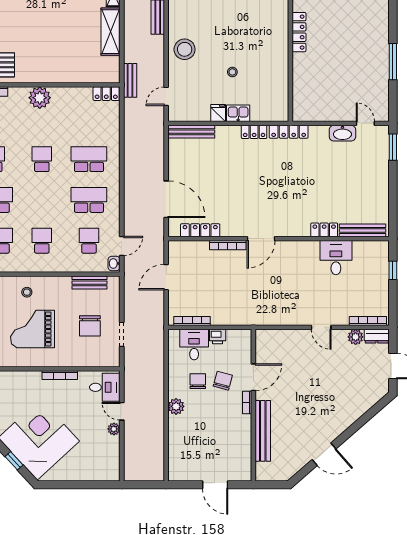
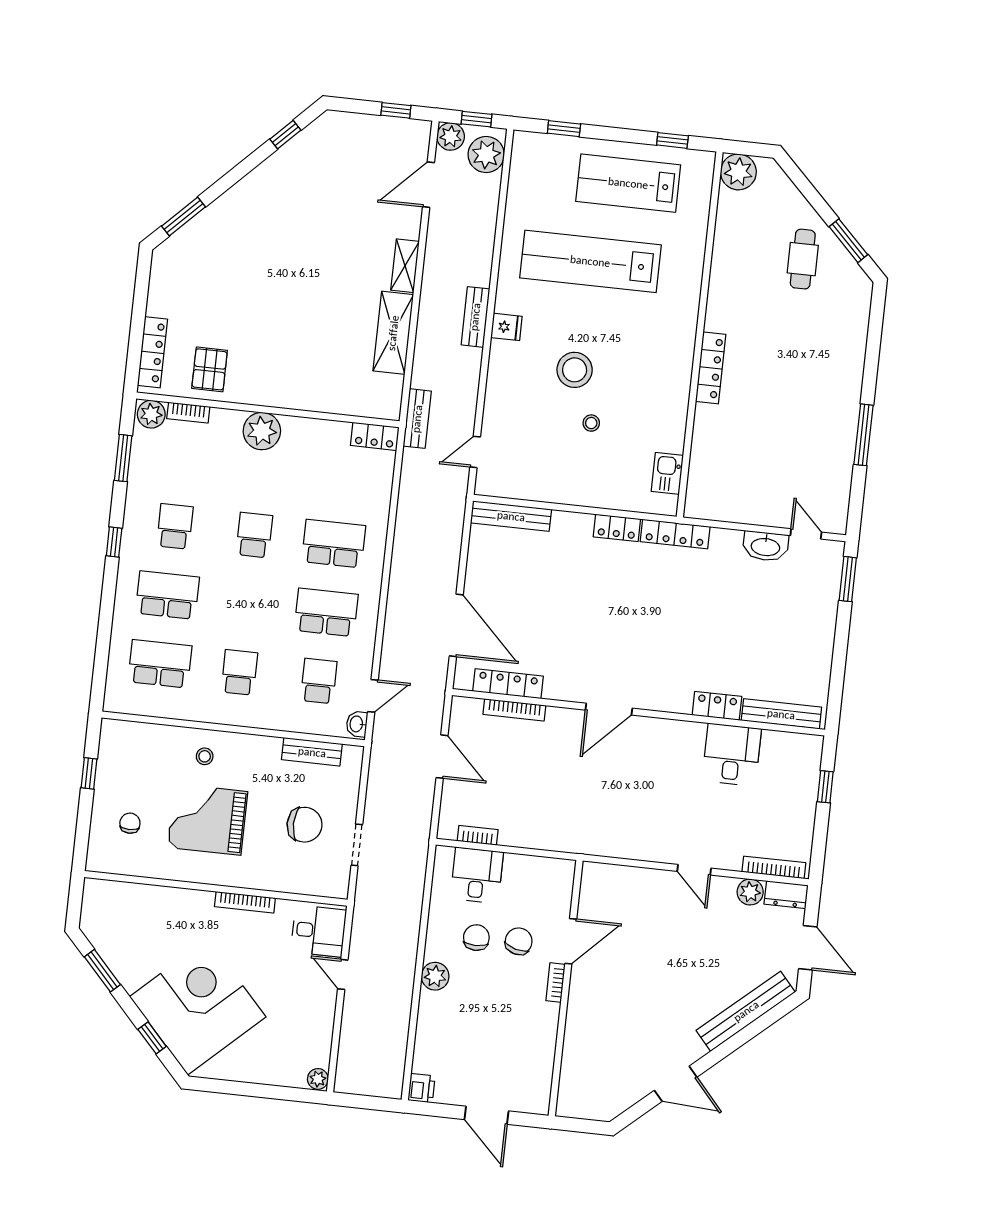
stool: (185, 49) -> (575, 370), moved
fridge: (218, 113) -> (506, 327), moved, turned 90
kitchen sink: (238, 113) -> (667, 473), moved, turned -90
bookcase: (228, 245) -> (514, 710), moved
door: (166, 277) -> (442, 757), swing flipped
bookcase: (192, 321) -> (478, 835), width x0.64
chair: (90, 326) -> (305, 825), turned -90
printer: (218, 337) -> (421, 1088), moved, turned -90
plant: (114, 429) -> (318, 1079), moved
bench: (263, 431) -> (746, 1011), moved, turned 49

